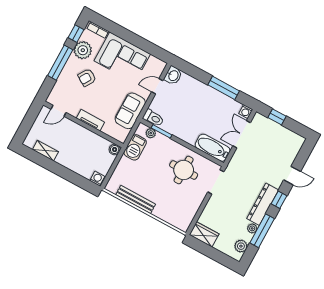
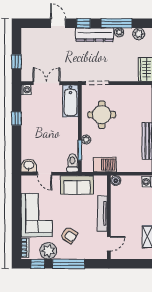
window: (224, 88) -> (16, 118), width x0.46
door: (59, 111) -> (109, 244), hinge flipped
tv unit: (90, 120) -> (102, 213), width x1.41
plant: (151, 133) -> (86, 139), moved
double door: (242, 134) -> (47, 83), swing flipped

